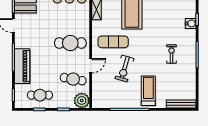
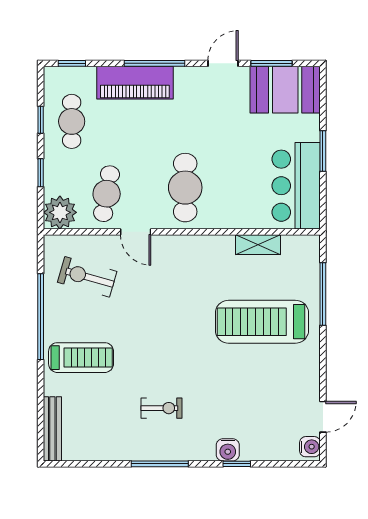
exercise mat: (113, 42) -> (188, 281), removed
exercise bike: (124, 68) -> (87, 277), moved

